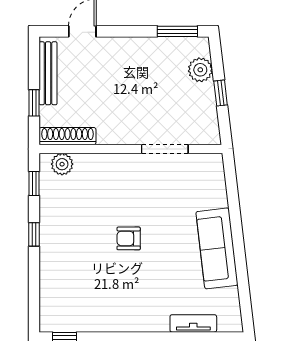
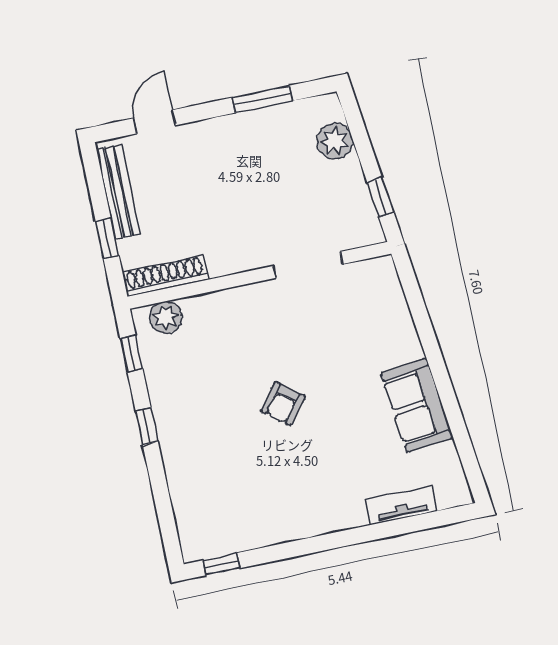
window: (177, 31) -> (262, 99), moved
window: (221, 93) -> (380, 197), moved
armchair: (129, 238) -> (283, 404), turned -52
sofa: (217, 248) -> (417, 406), width x0.73

